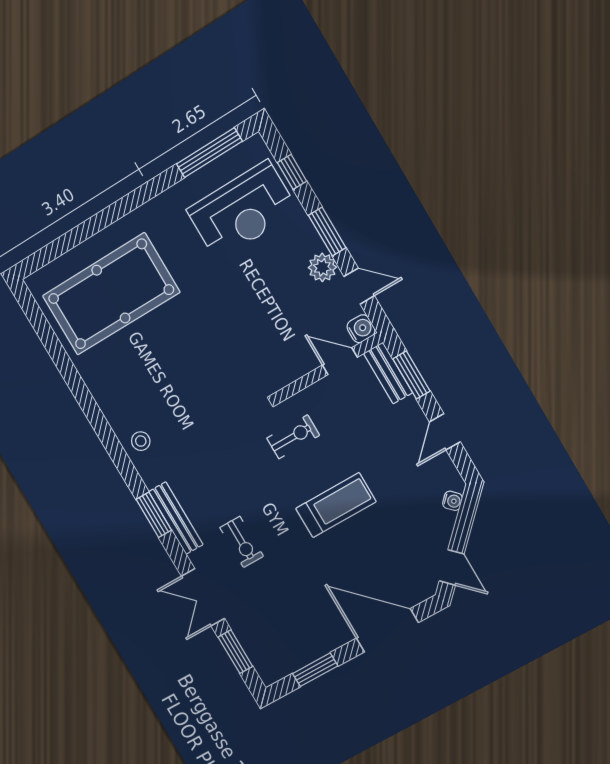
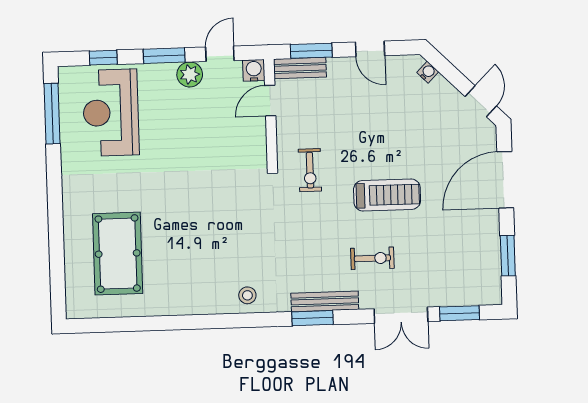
reception desk: (242, 210) -> (111, 113), turned 180
pool table: (111, 294) -> (118, 254), width x0.73, depth x0.76
exercise bike: (293, 437) -> (310, 170), turned 180
treadmill: (336, 505) -> (387, 195), moved, turned 90
door: (452, 567) -> (481, 101), hinge flipped

